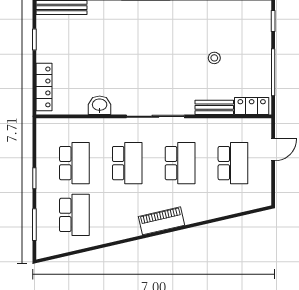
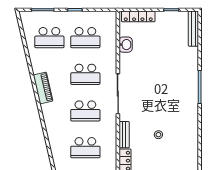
washbasin: (100, 105) -> (126, 45), moved
piano: (161, 221) -> (43, 88), moved

